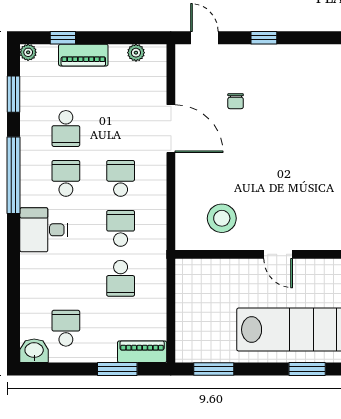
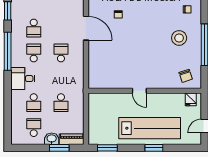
stool: (222, 218) -> (111, 73), removed
school desk: (121, 228) -> (34, 103), moved, turned 180
washbasin: (34, 351) -> (52, 139), moved

